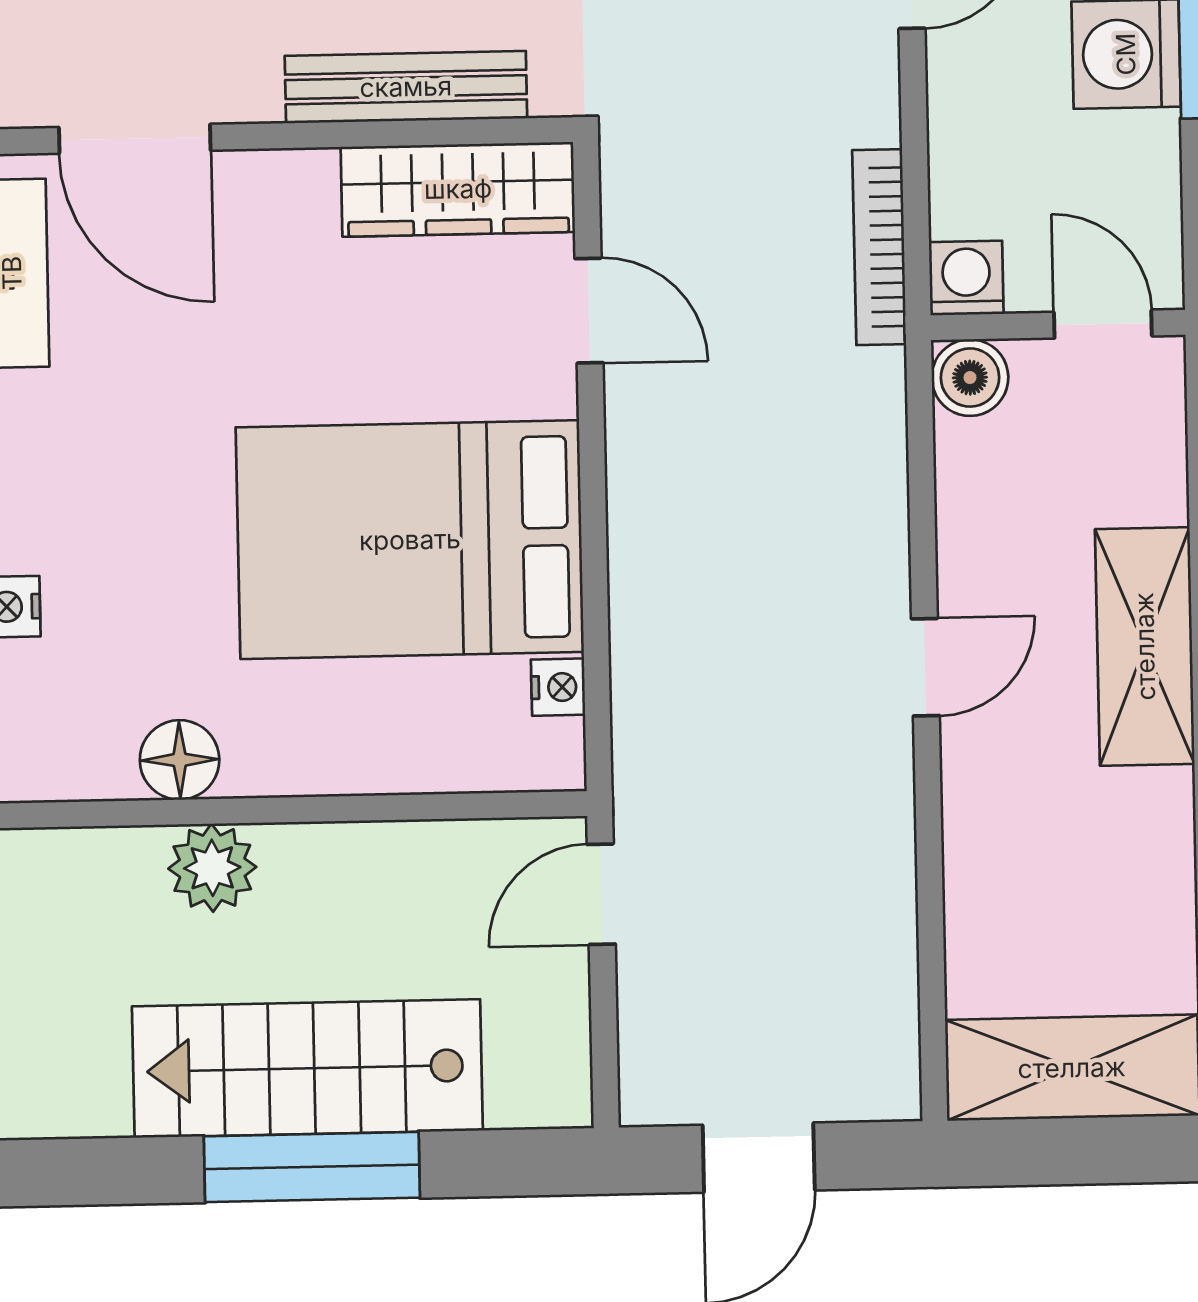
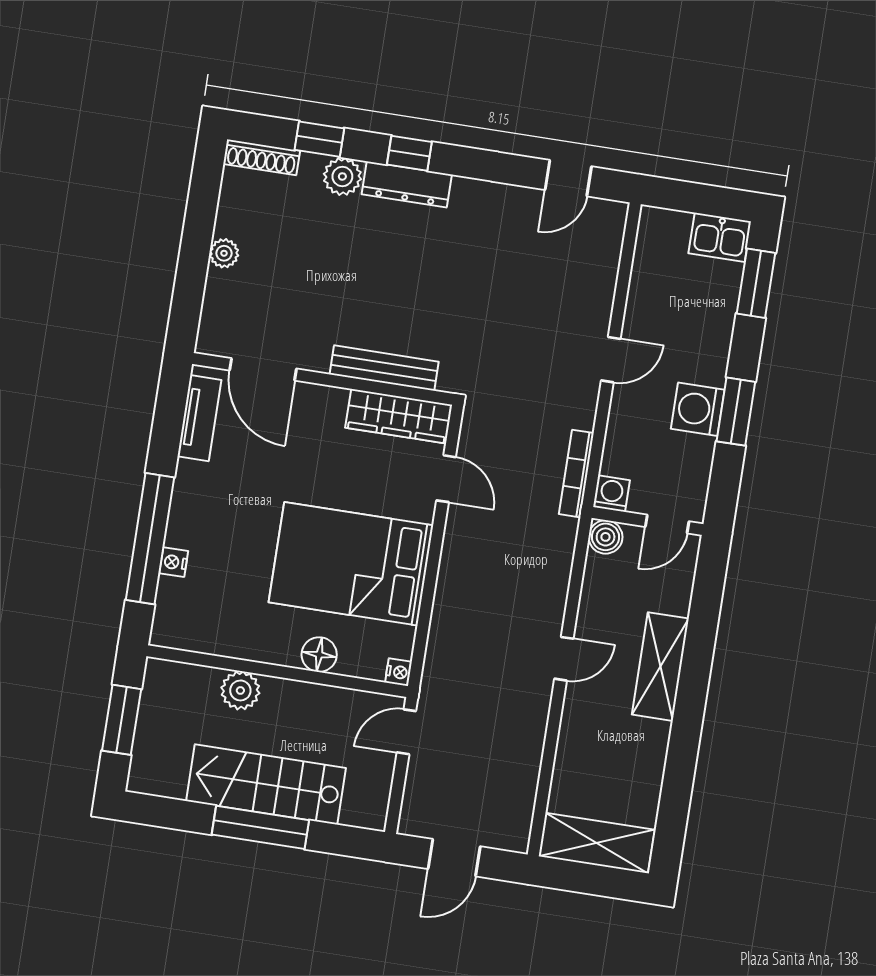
door: (1103, 324) -> (667, 524), swing flipped
nightstand: (558, 687) -> (398, 672), moved
floor lamp: (180, 760) -> (319, 655), moved

